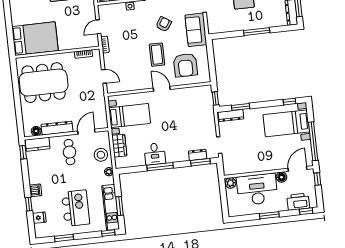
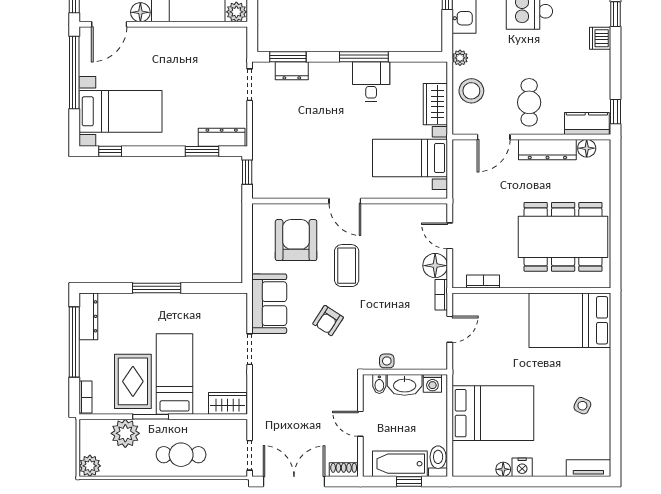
floor lamp: (110, 60) -> (435, 266), added

